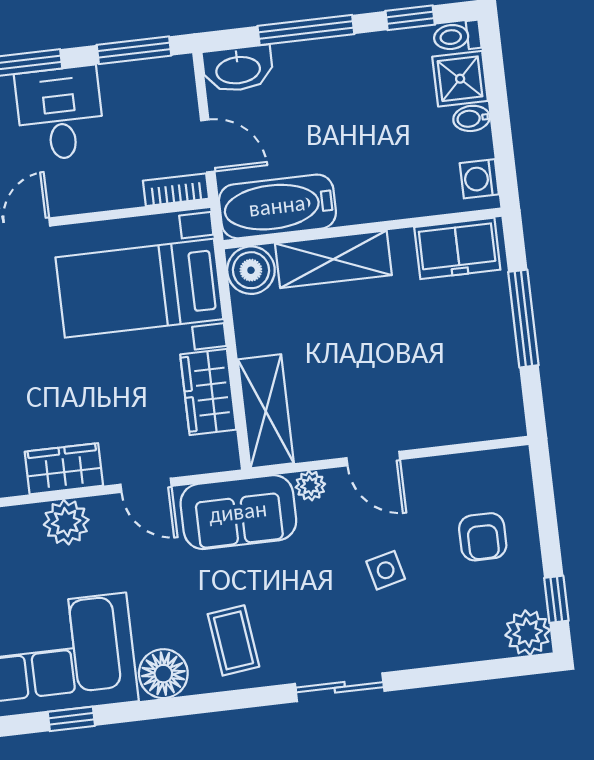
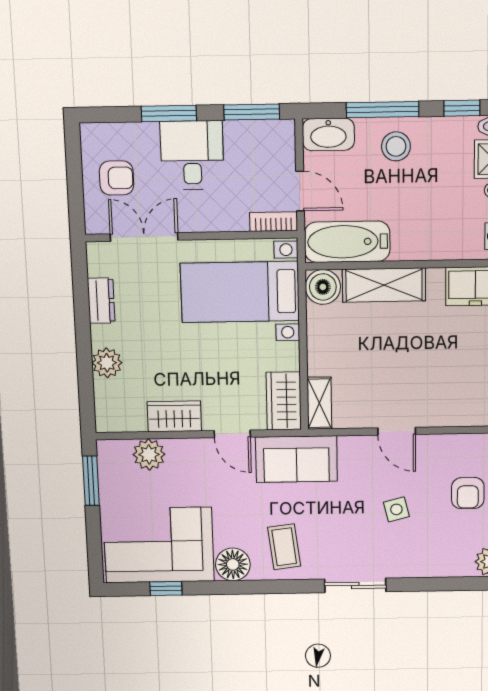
stool: (329, 75) -> (396, 146), added
wardrobe: (208, 392) -> (284, 401), moved
shelving: (266, 411) -> (319, 403), width x0.67, depth x0.75
plant: (310, 486) -> (350, 446), removed
plant: (66, 522) -> (149, 454), moved

